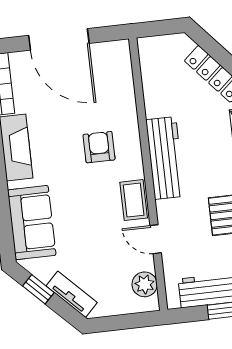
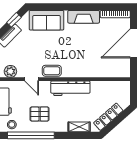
armchair: (99, 147) -> (79, 57), removed
door: (156, 239) -> (32, 79), swing flipped

